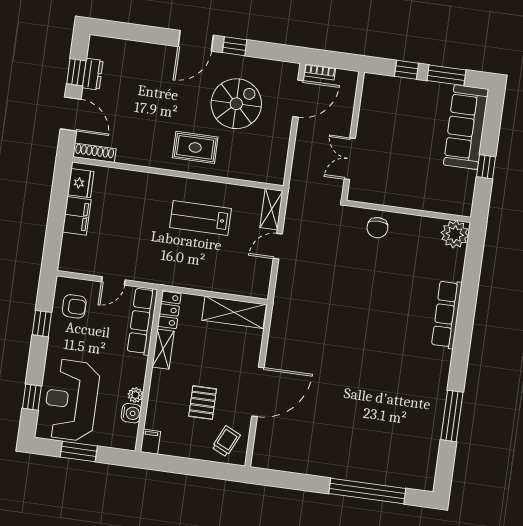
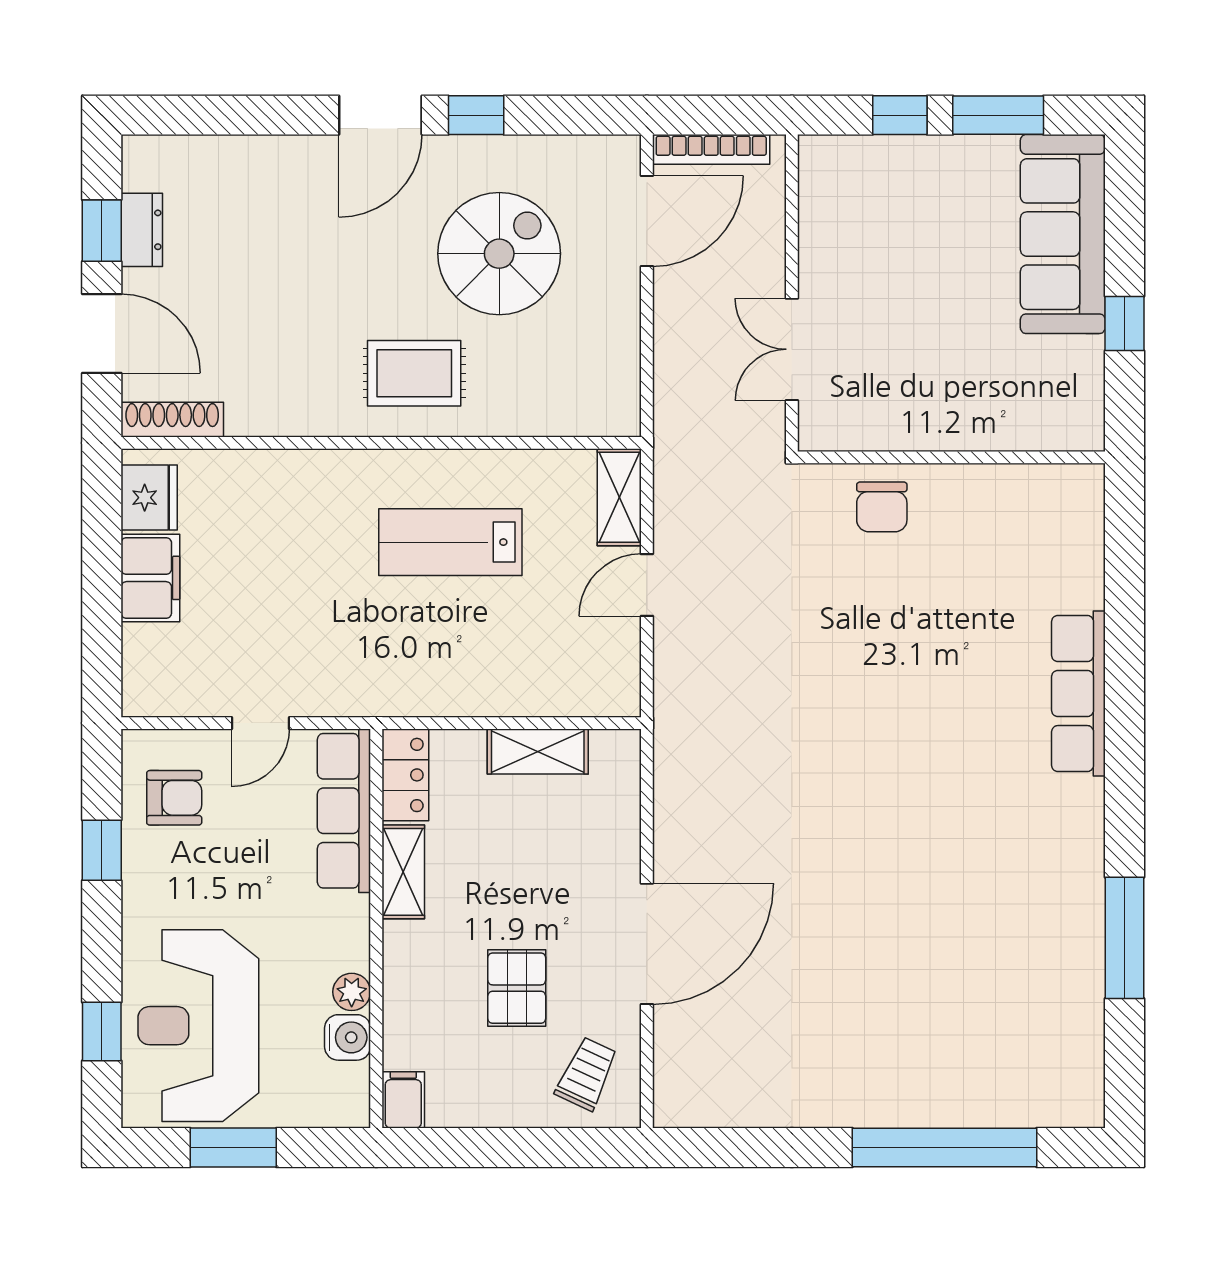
bookcase: (320, 72) -> (711, 149), width x1.56
plant: (455, 234) -> (1071, 497), removed
shelving: (234, 312) -> (538, 752), width x0.67, depth x0.75

